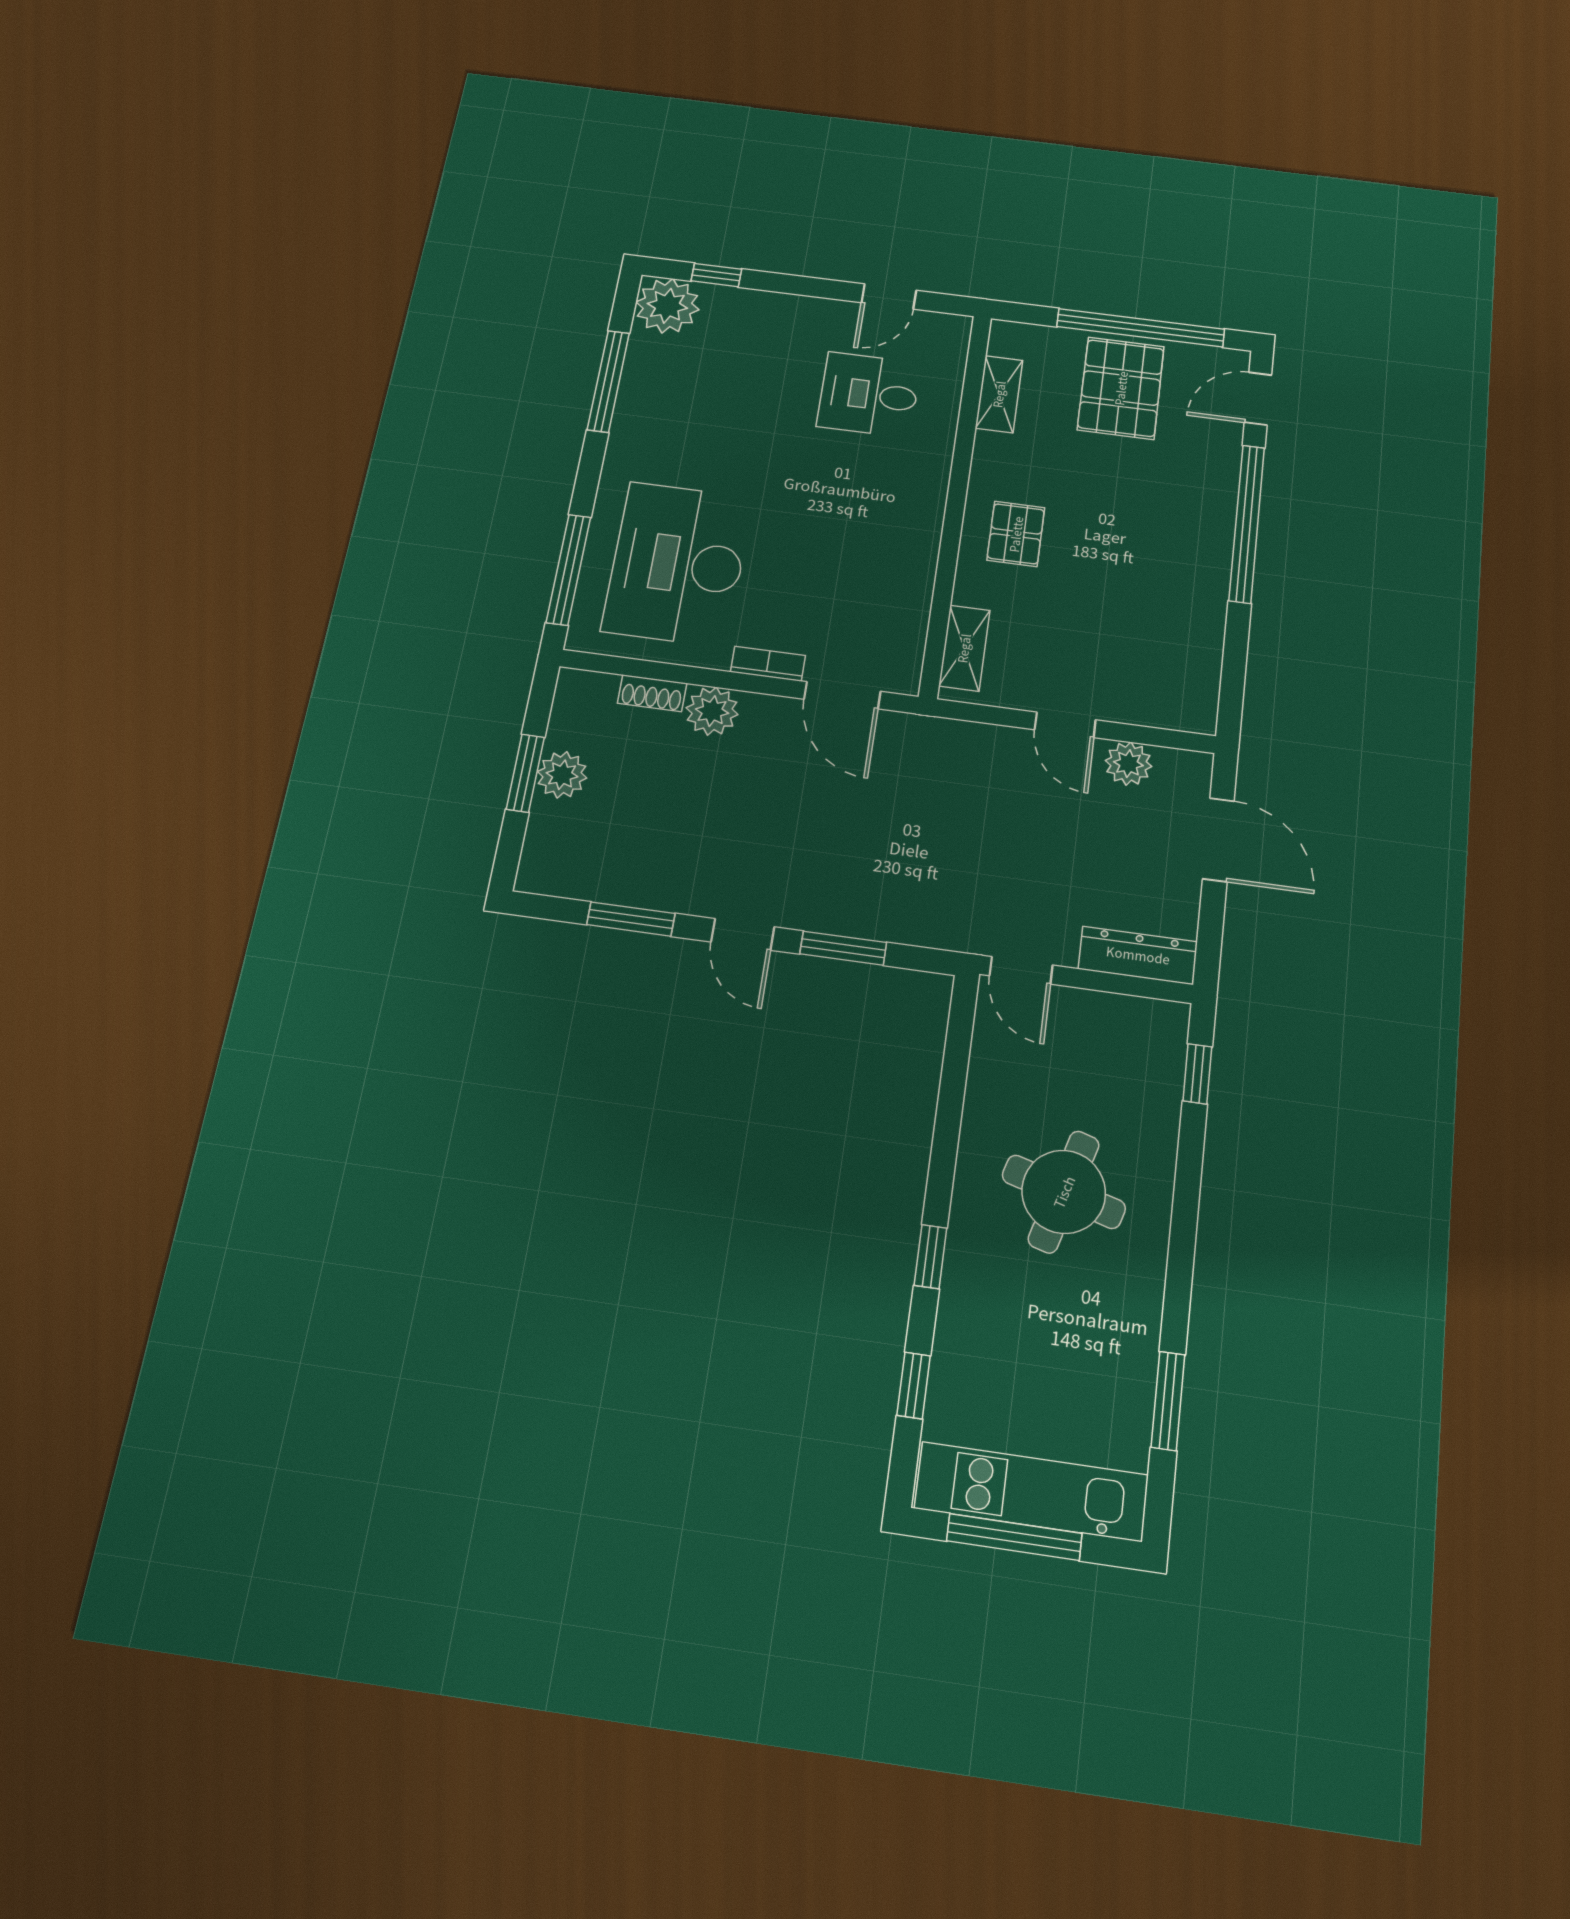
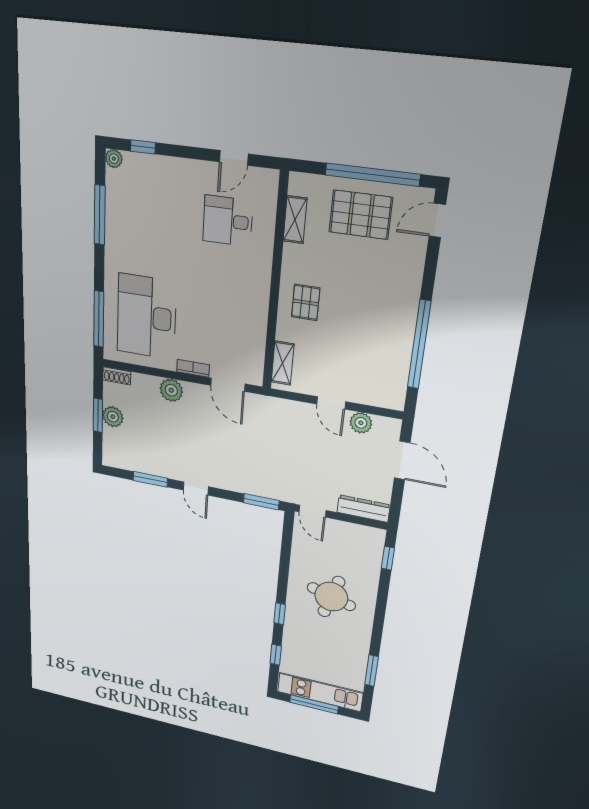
plant: (667, 306) -> (114, 159), width x0.53, depth x0.53
pallet: (1121, 388) -> (361, 215), turned 90
window: (1247, 523) -> (419, 345), moved
shoe rack: (652, 693) -> (117, 376), moved
window: (843, 948) -> (261, 502), moved

